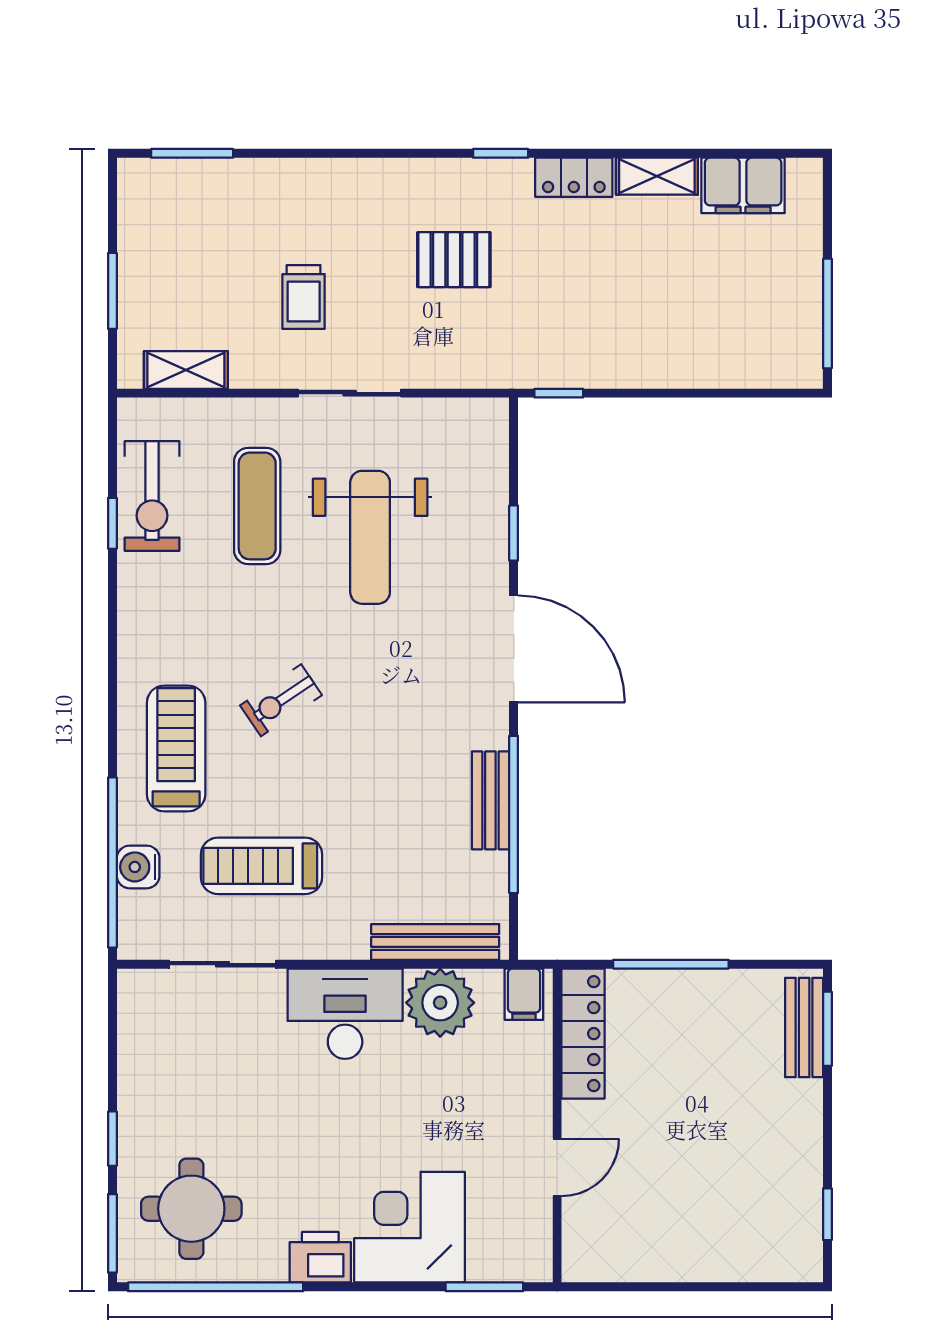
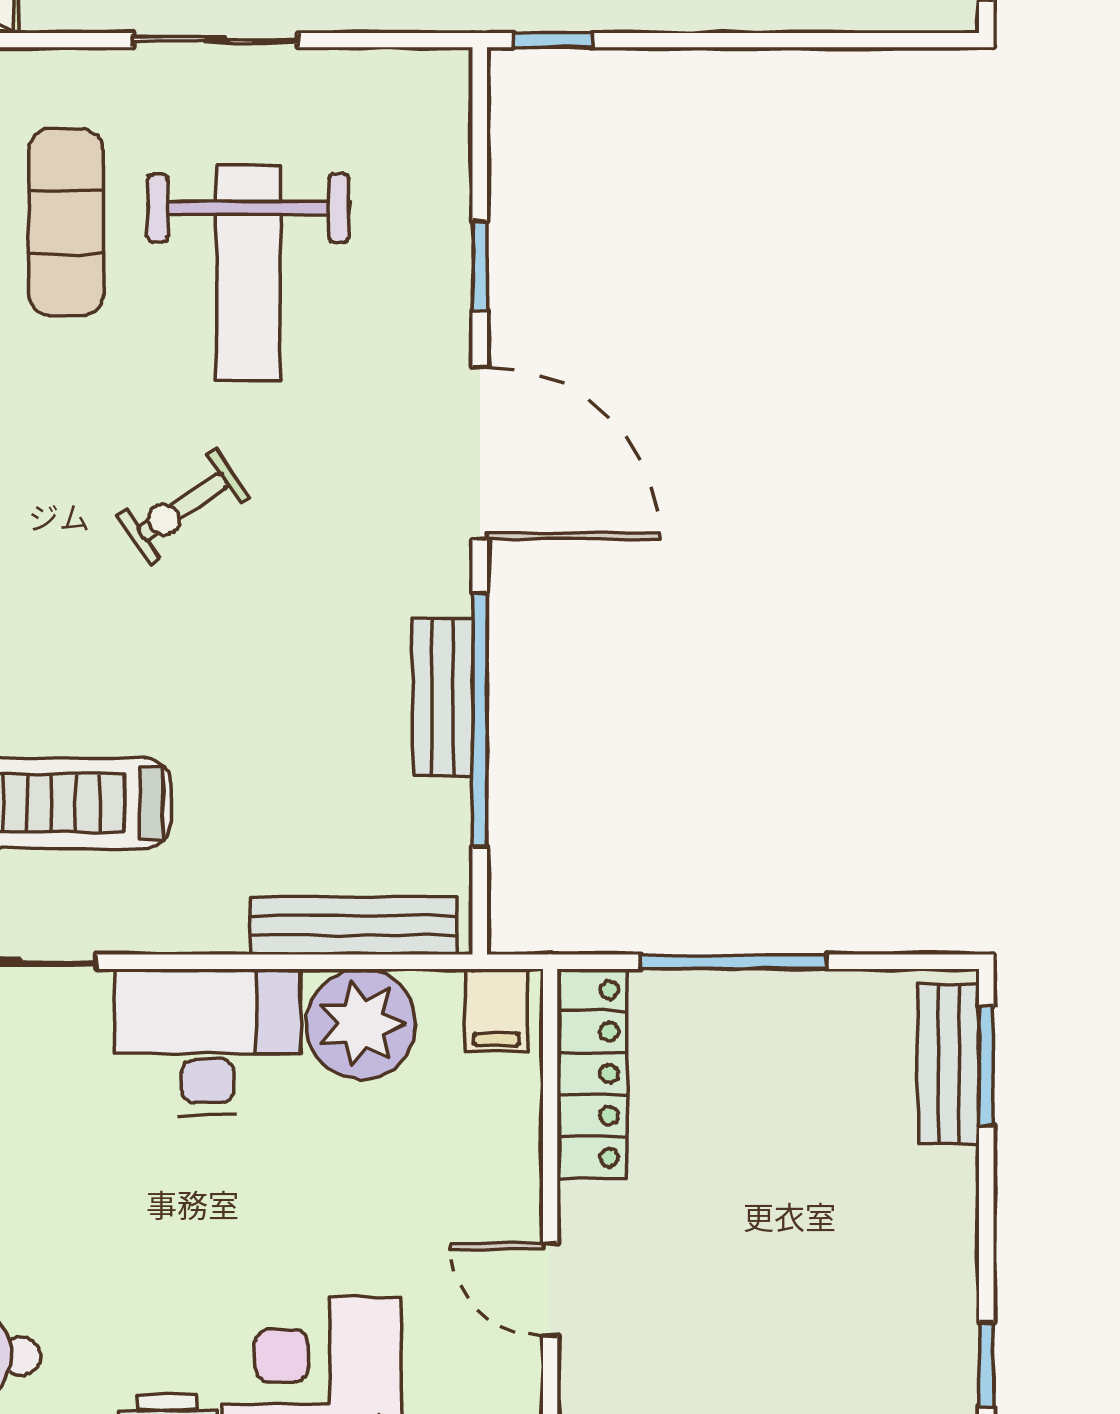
exercise bike: (281, 700) -> (183, 507), moved
door: (557, 1167) -> (550, 1290), swing flipped

